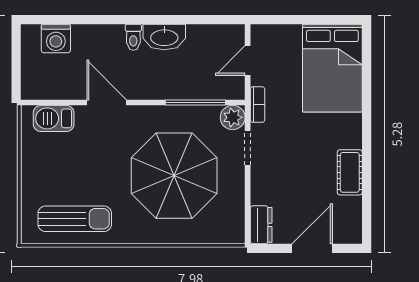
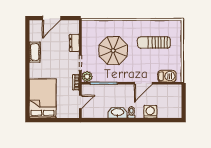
washing machine: (56, 38) -> (150, 112), moved
door: (107, 102) -> (143, 83), hinge flipped
parasol: (174, 176) -> (113, 51), width x0.73, depth x0.73
sun lounger: (75, 219) -> (154, 42), moved
dresser: (261, 225) -> (74, 43), moved

